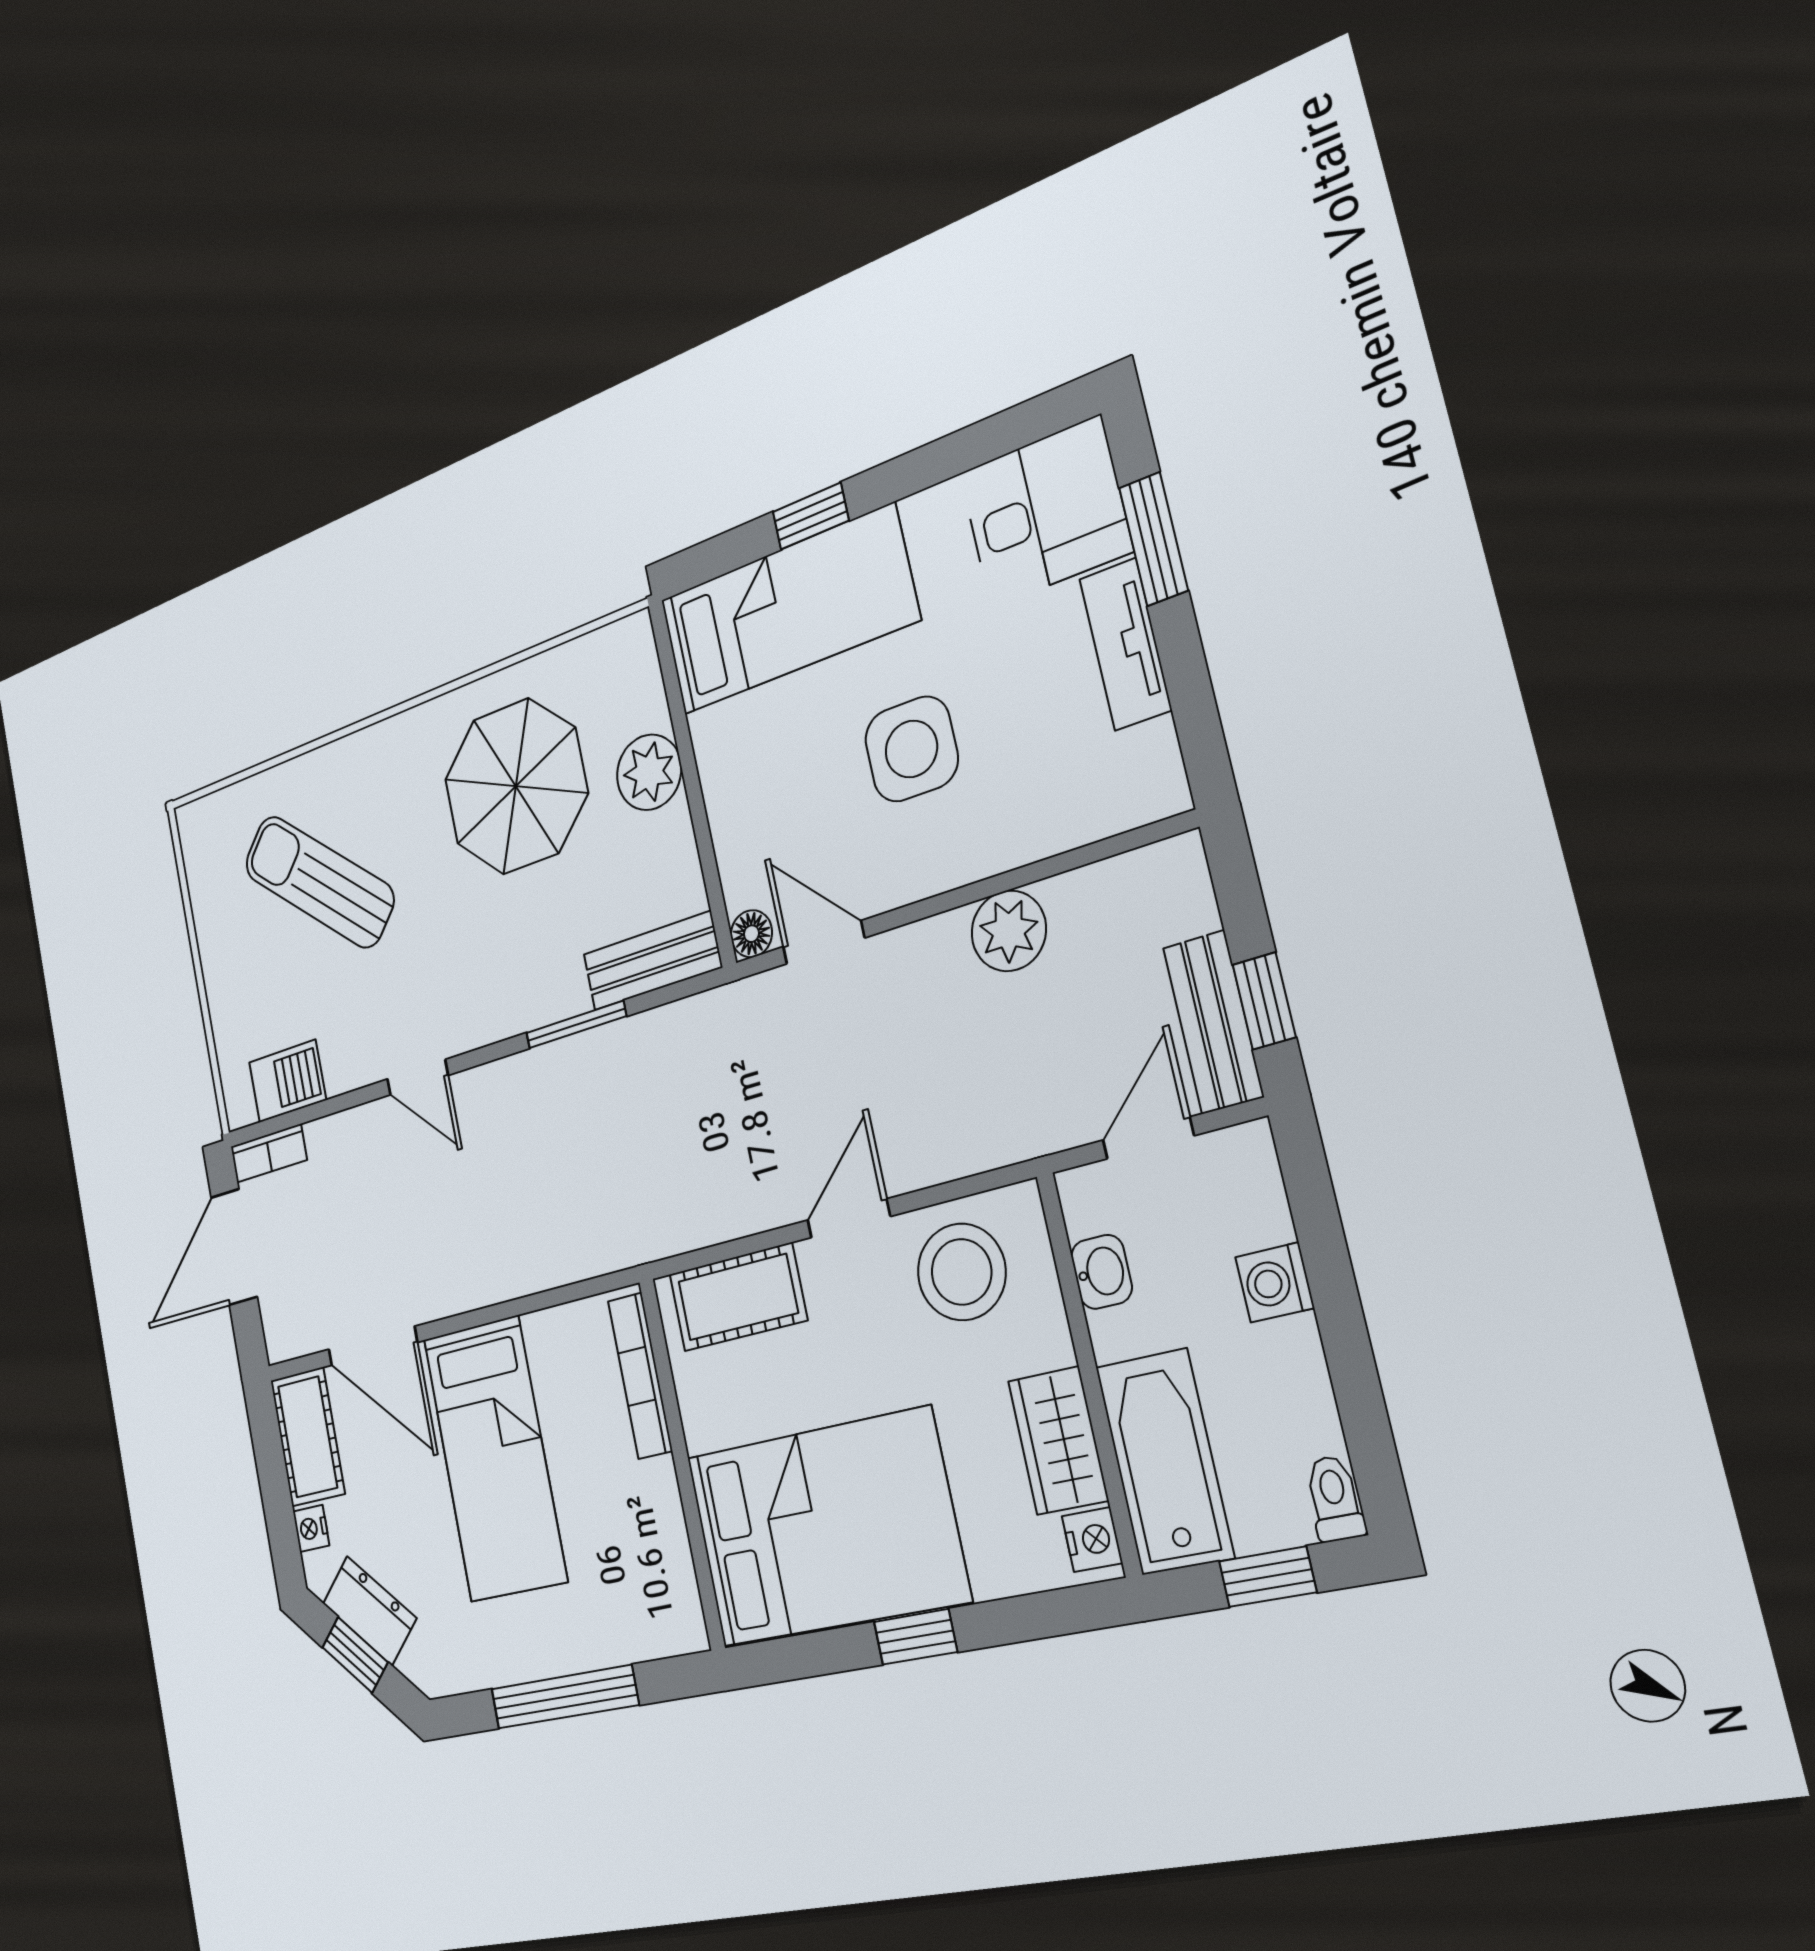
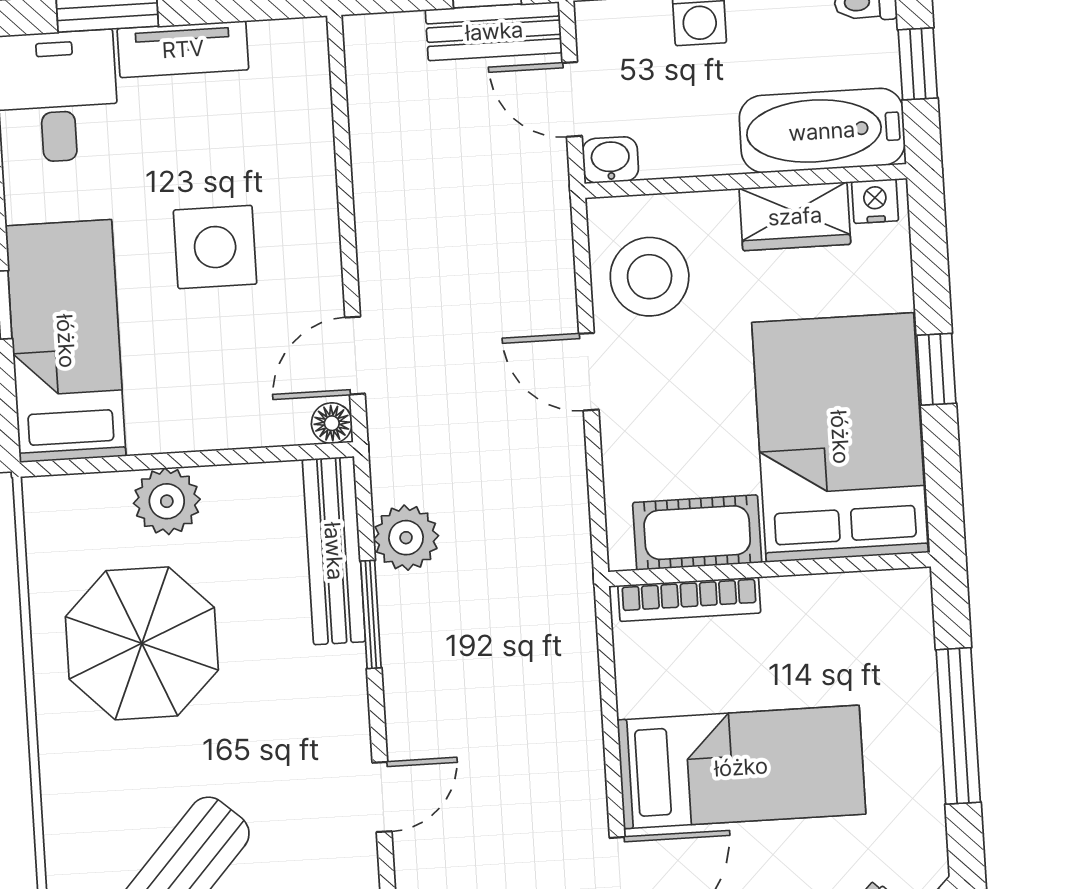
plant: (1009, 931) -> (406, 538), moved
bench: (652, 961) -> (334, 551), width x1.36
washbasin: (1102, 1272) -> (610, 160), moved
cot: (738, 1297) -> (697, 533), moved, turned 90

